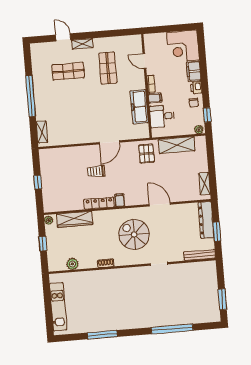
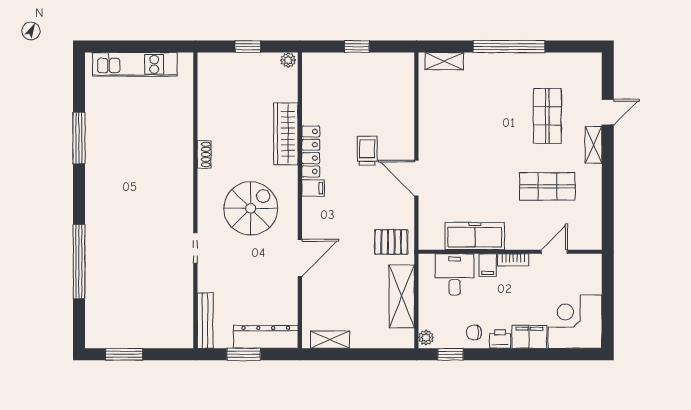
wardrobe: (75, 219) -> (286, 134), moved
plant: (72, 264) -> (208, 96), removed

